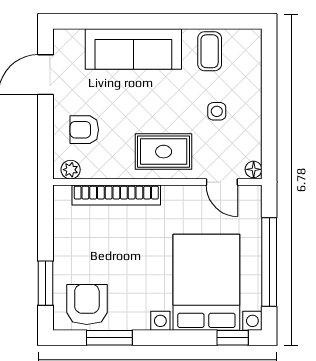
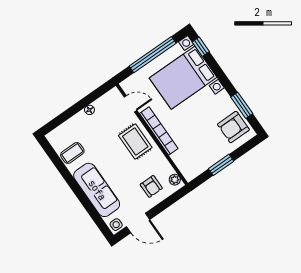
side table: (217, 111) -> (116, 225), moved
floor lamp: (254, 169) -> (89, 110), moved
door: (222, 182) -> (130, 104), hinge flipped
bookcase: (116, 195) -> (159, 131), moved
window: (46, 283) -> (221, 165), moved

